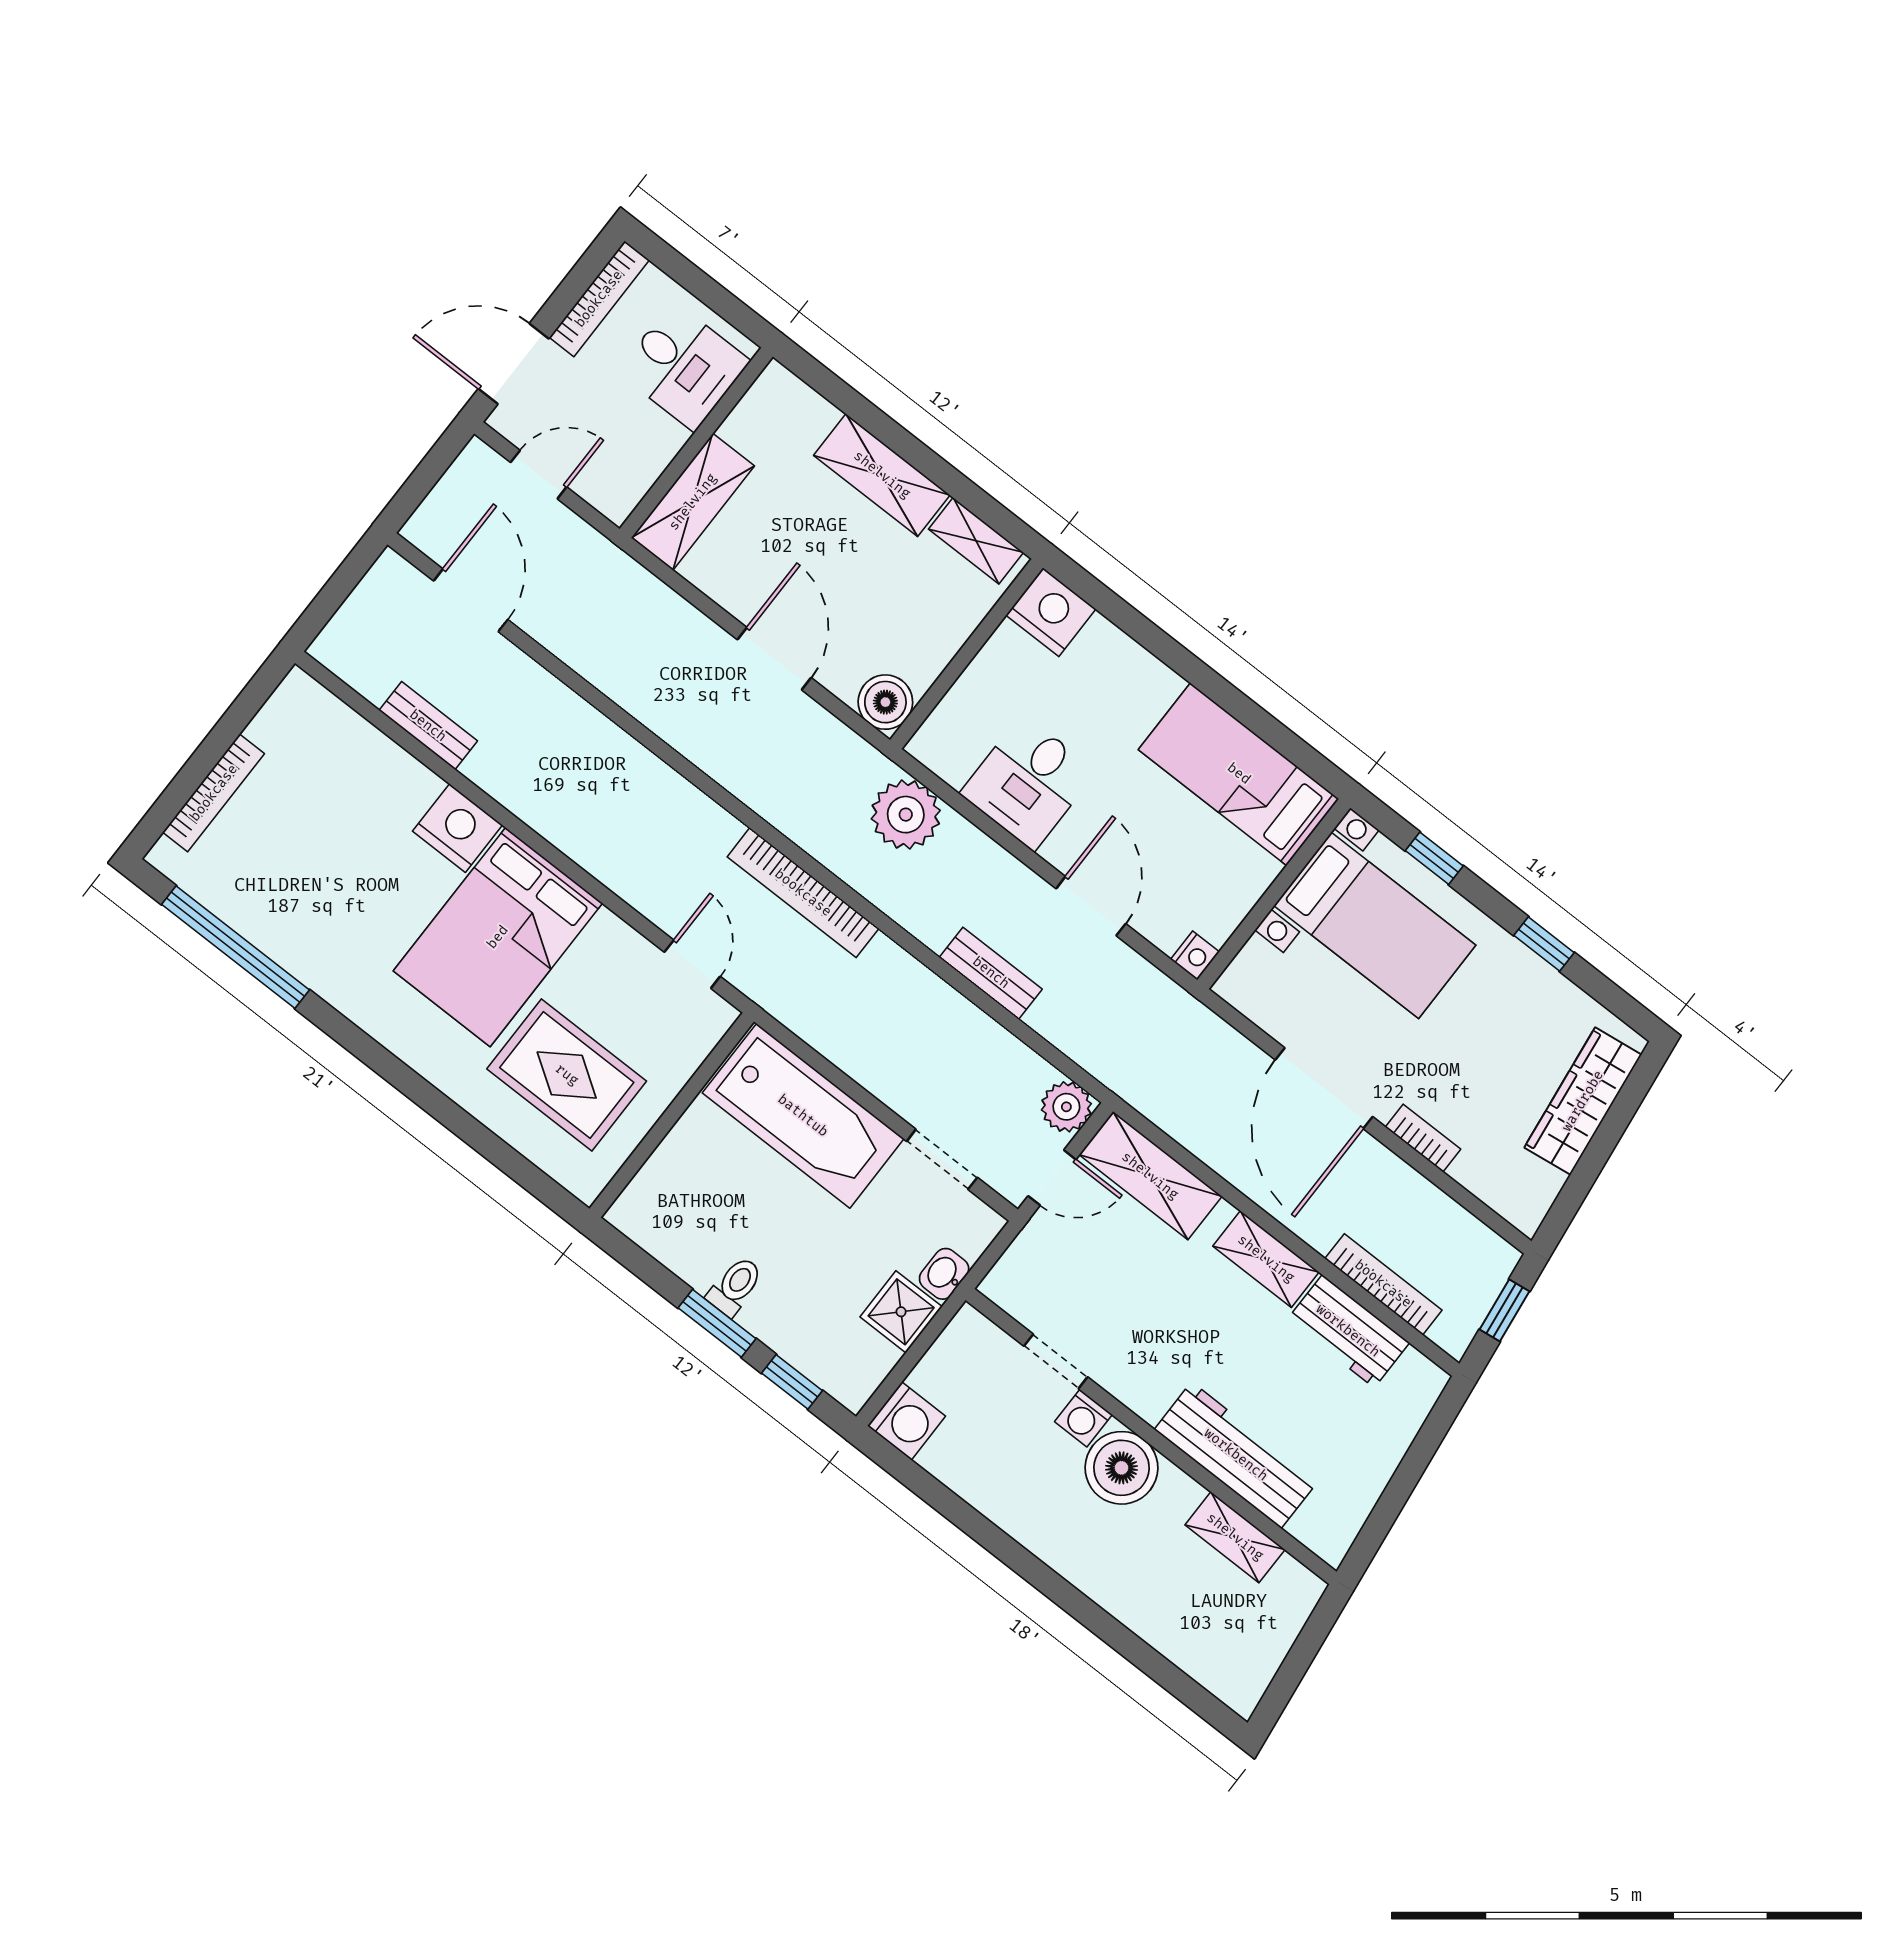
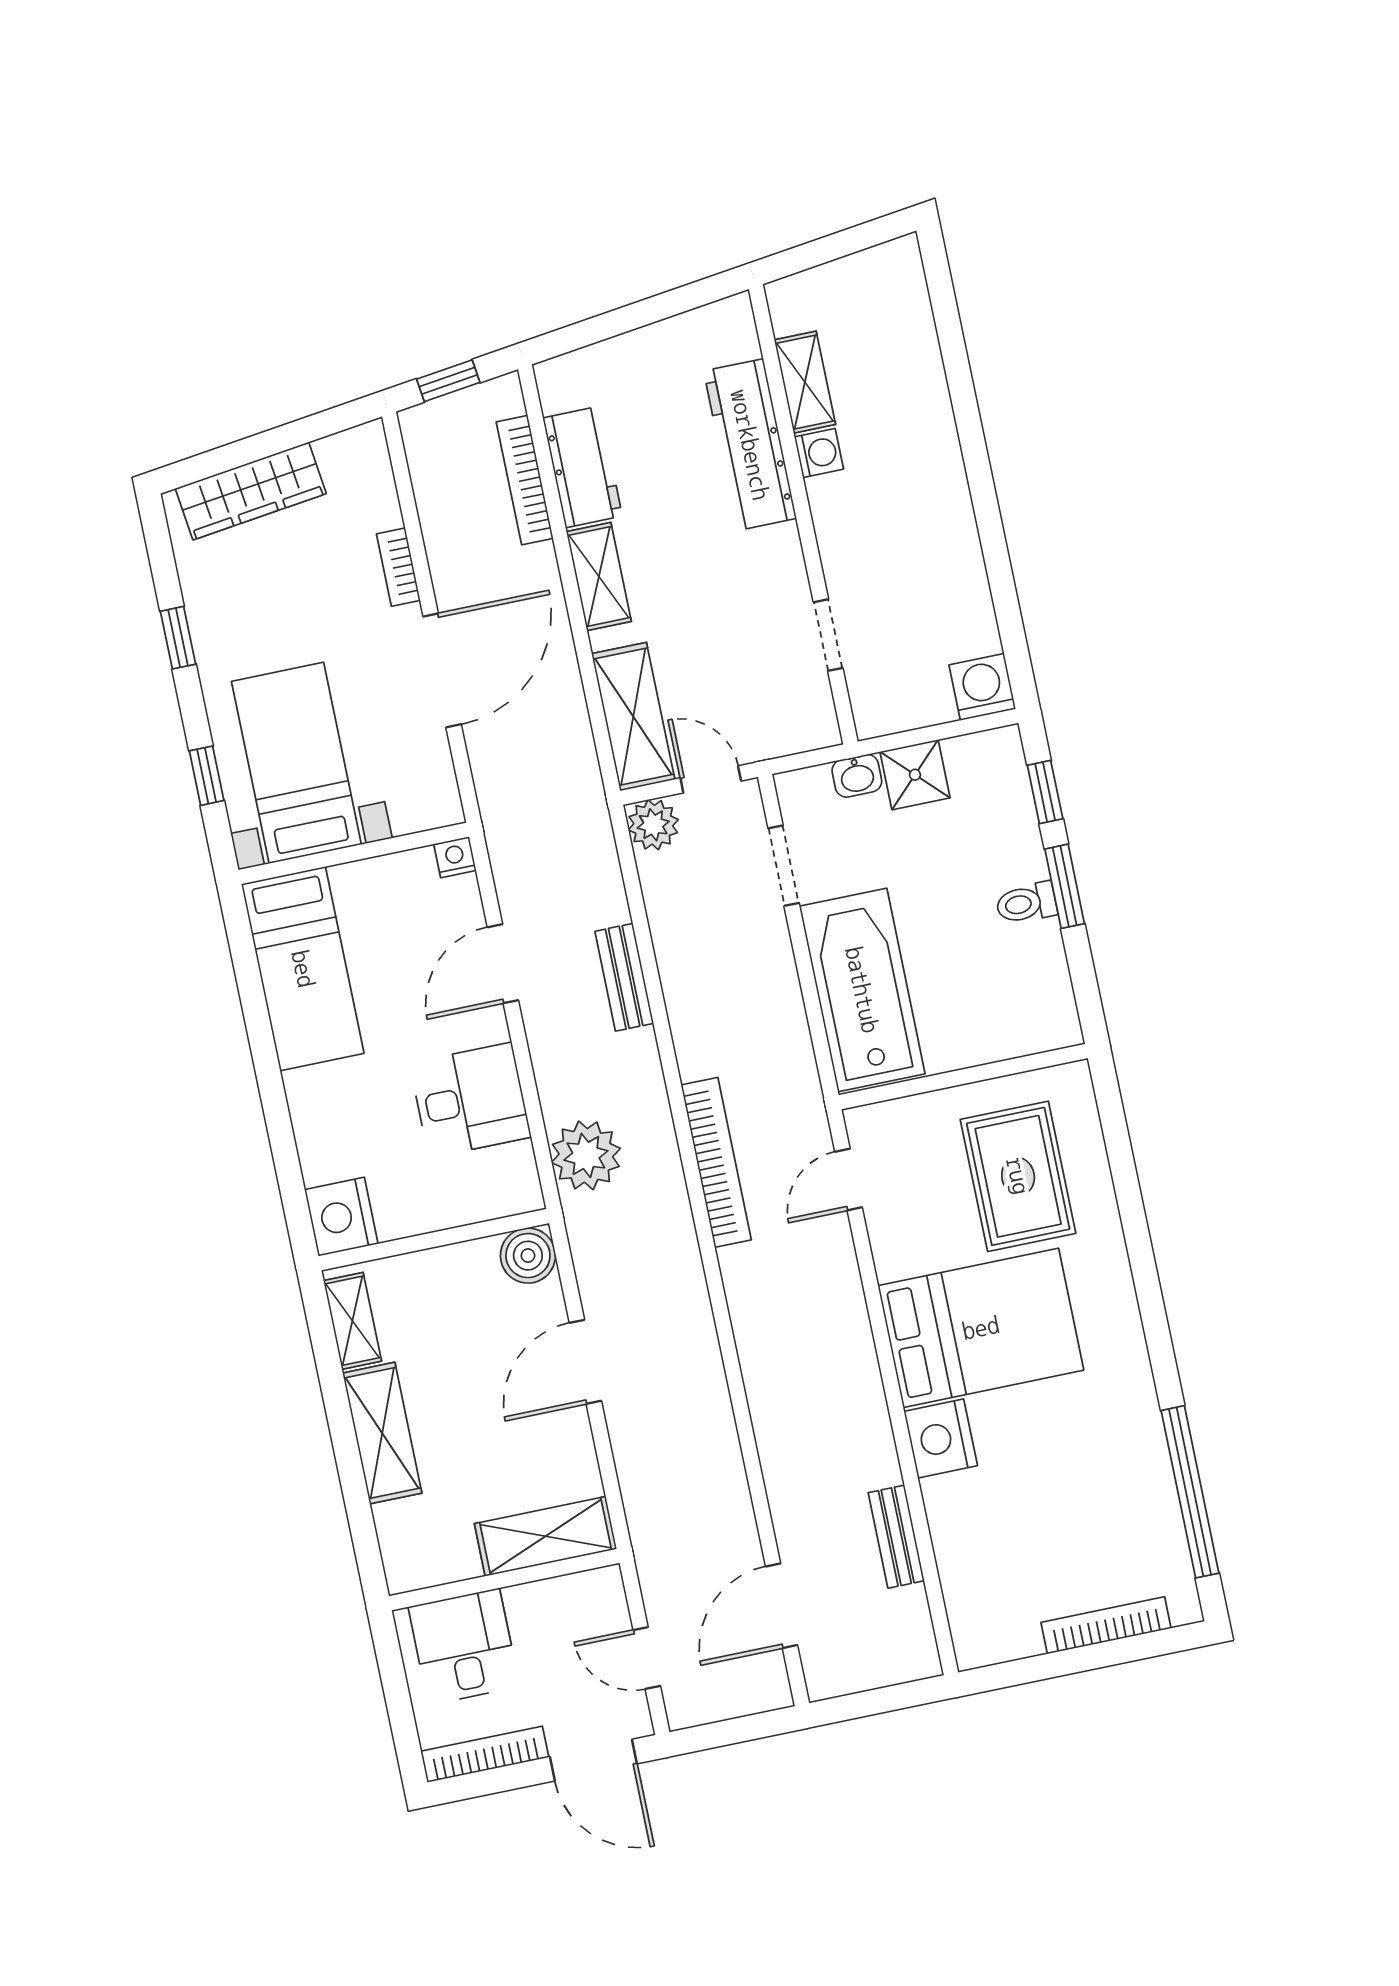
washing machine: (1083, 1418) -> (819, 453), moved
boiler: (1121, 1468) -> (847, 510), removed

